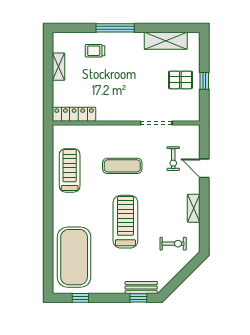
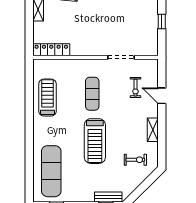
pallet: (180, 80) -> (142, 21), removed
exercise mat: (122, 166) -> (92, 94), turned 90
treadmill: (125, 222) -> (95, 141), turned 180
exercise mat: (74, 257) -> (51, 171), width x0.68

